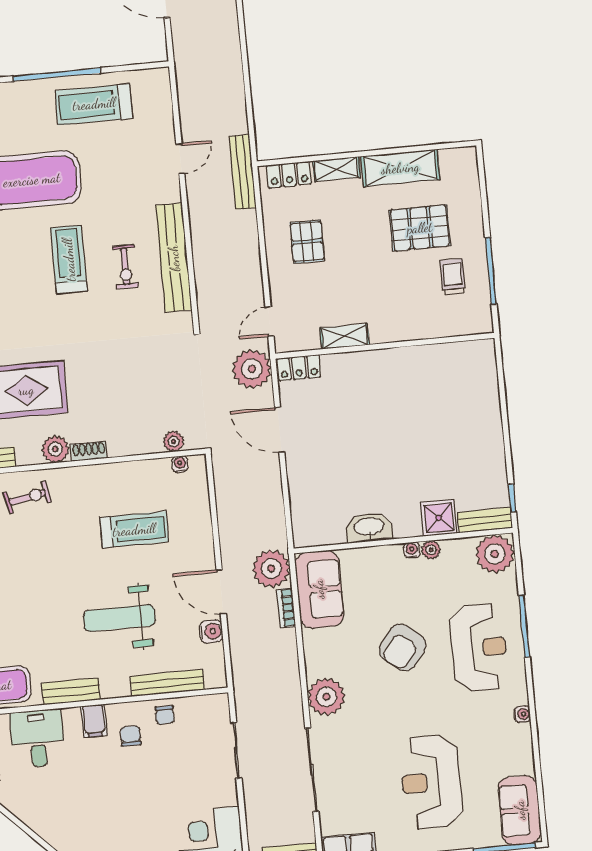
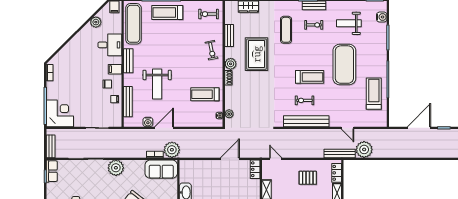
plant: (252, 369) -> (364, 149), moved
treadmill: (134, 530) -> (205, 94), moved, turned 90
weight bench: (119, 618) -> (157, 84), turned 180

